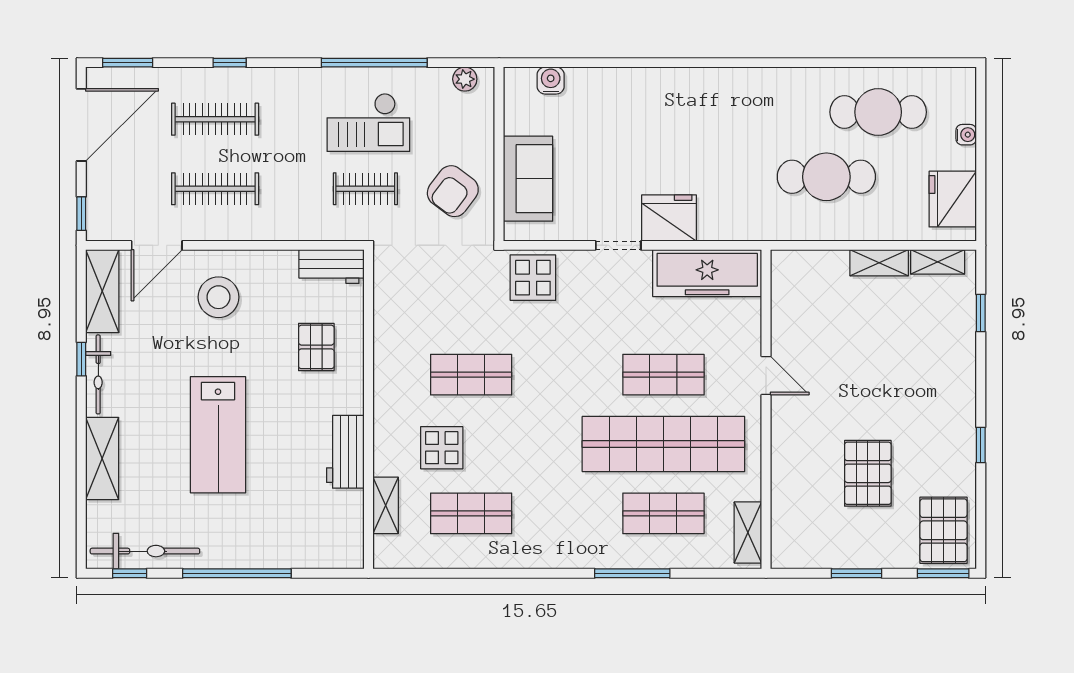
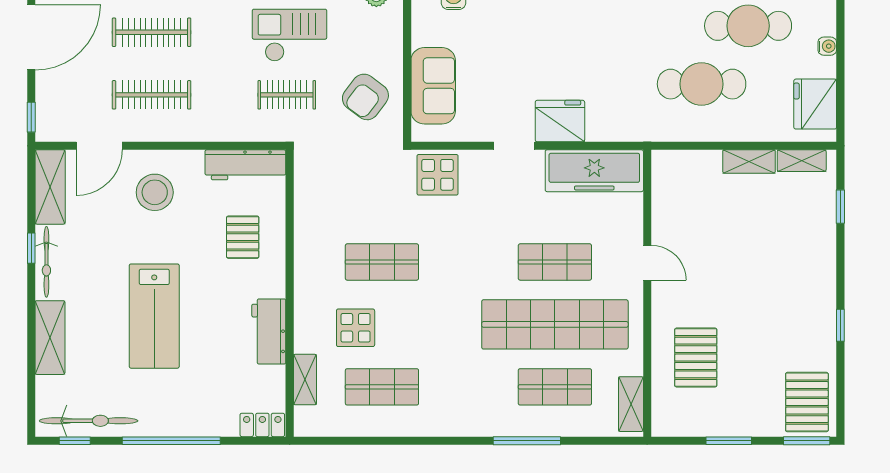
checkout: (368, 122) -> (289, 35), turned 180
workbench: (332, 267) -> (245, 165), width x1.37
pallet: (868, 473) -> (696, 358), moved
locker: (338, 556) -> (262, 425), added

